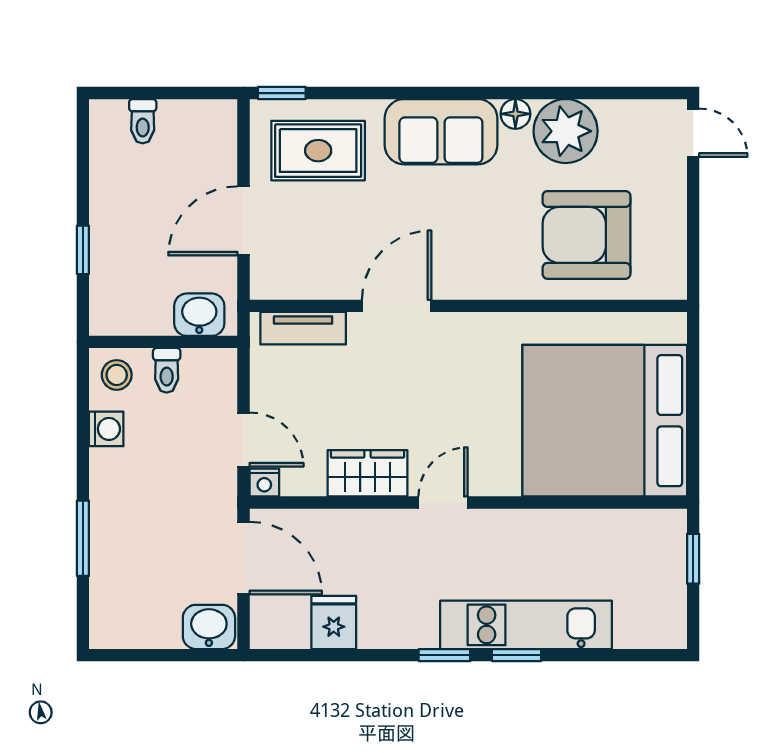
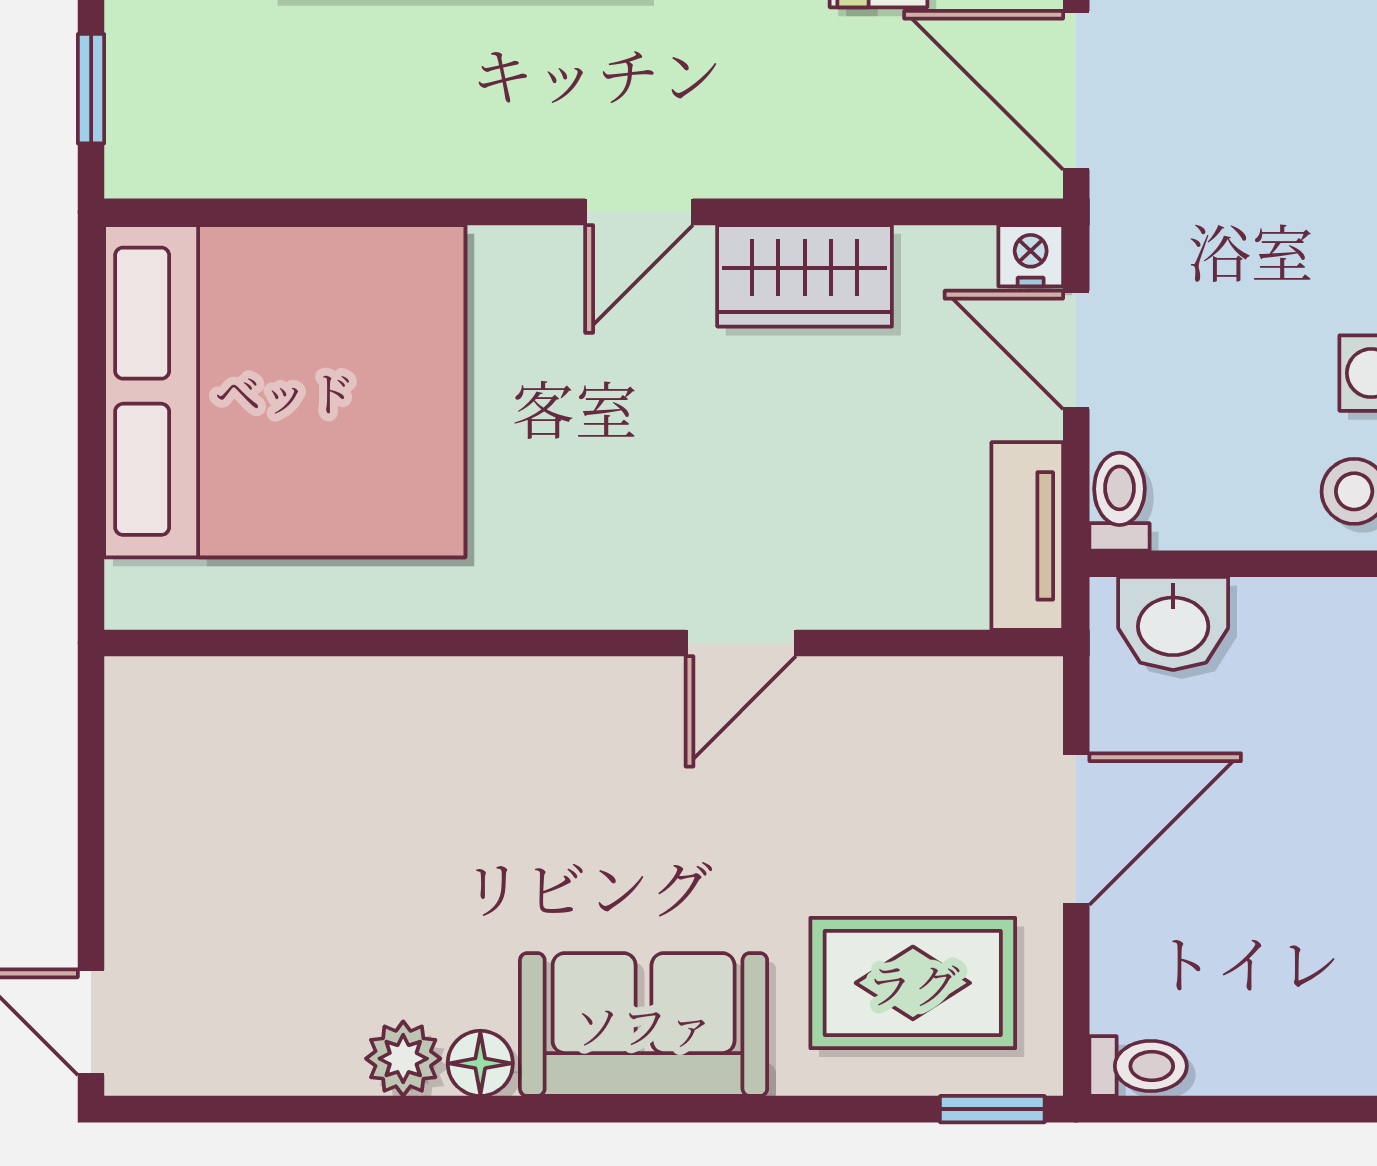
toilet: (143, 121) -> (1138, 1066), moved, turned 90
plant: (566, 131) -> (403, 1059), width x0.53, depth x0.53
armchair: (586, 235) -> (325, 798), removed
door: (397, 306) -> (741, 643), width x0.73
tv unit: (303, 328) -> (1027, 536), moved, turned -90
toilet: (167, 370) -> (1119, 502), moved

